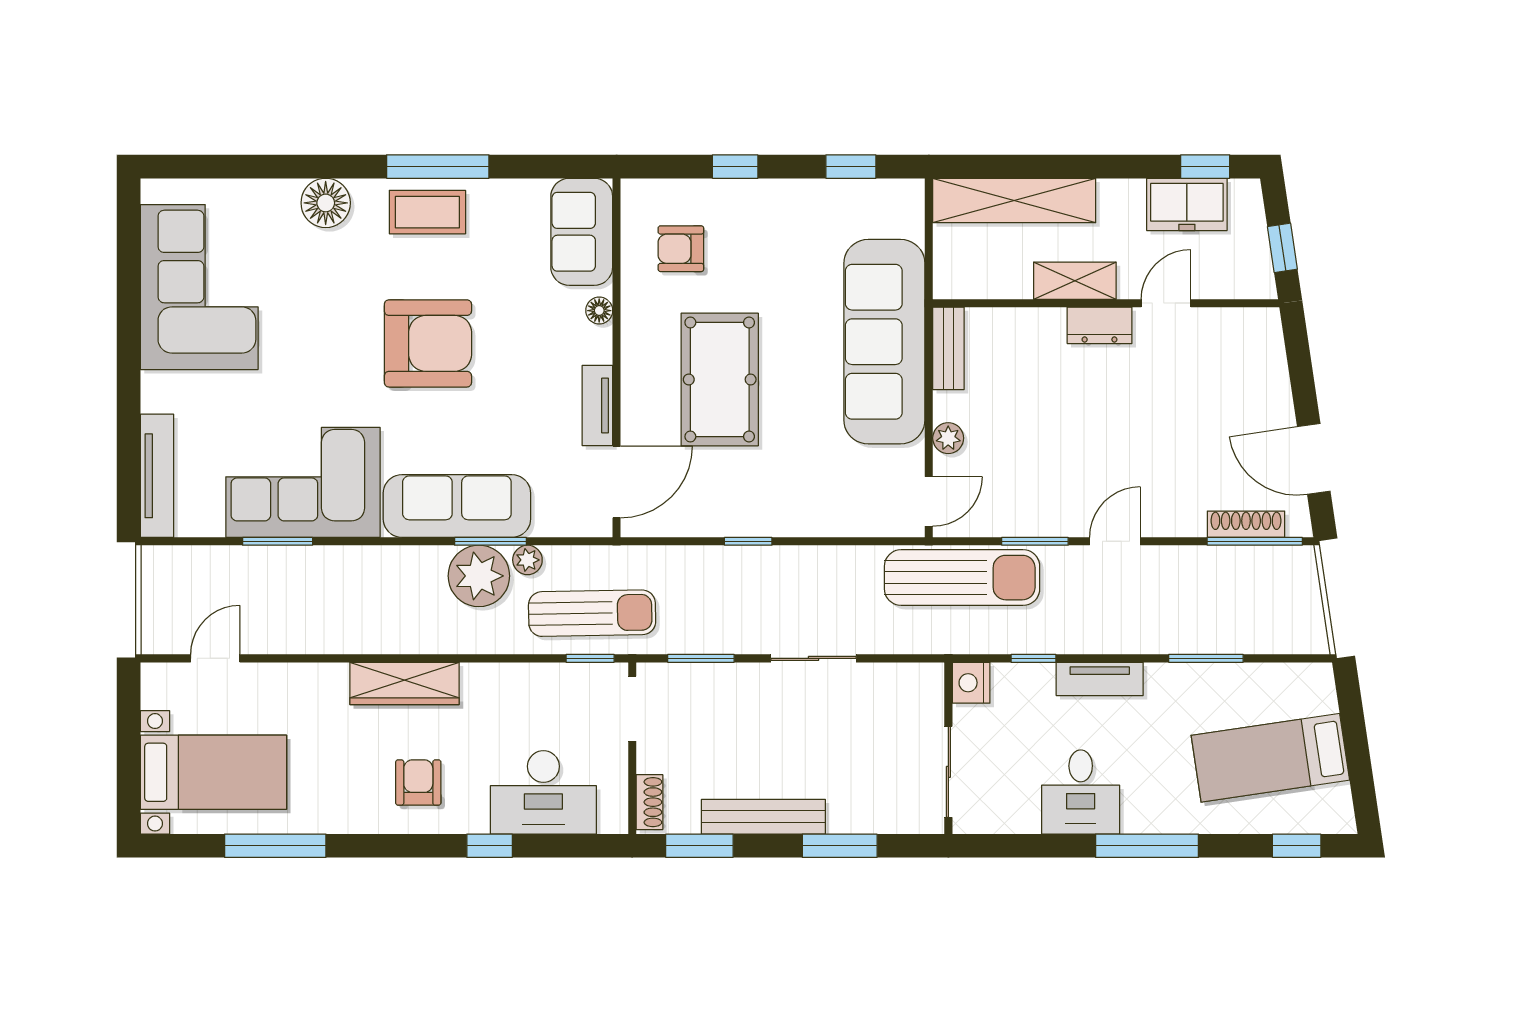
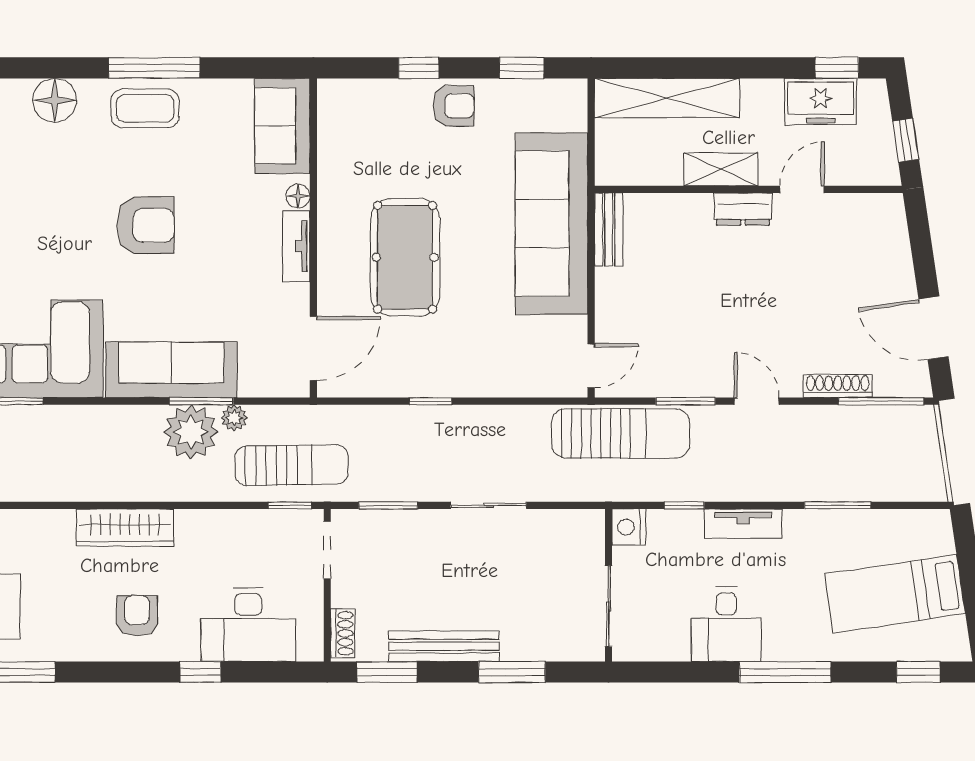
armchair: (681, 249) -> (454, 106), moved, turned 180
armchair: (428, 343) -> (146, 225), width x0.73, depth x0.73
tv unit: (597, 406) -> (296, 246), moved
plant: (948, 438) -> (608, 309), removed
shoe rack: (1246, 524) -> (838, 386), moved
door: (1115, 541) -> (757, 401), hinge flipped

